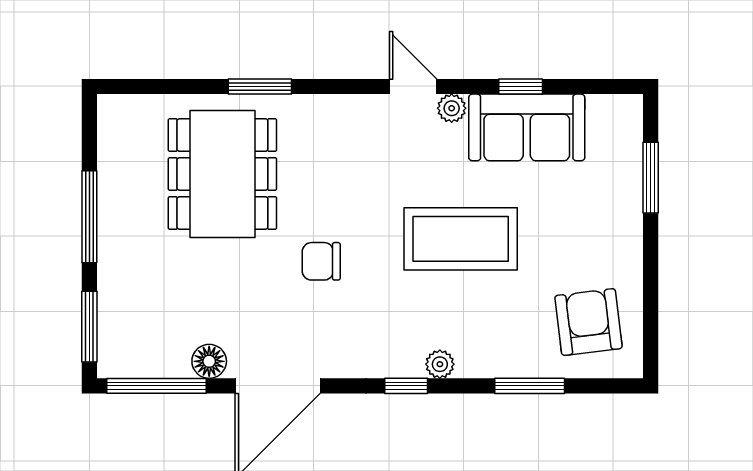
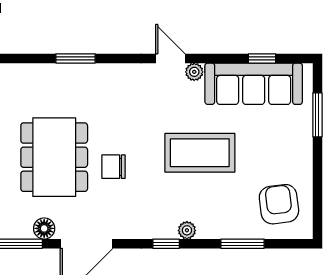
window: (521, 86) -> (262, 58), moved
sofa: (527, 127) -> (254, 84), width x1.36
dining table: (222, 174) -> (54, 157), moved

